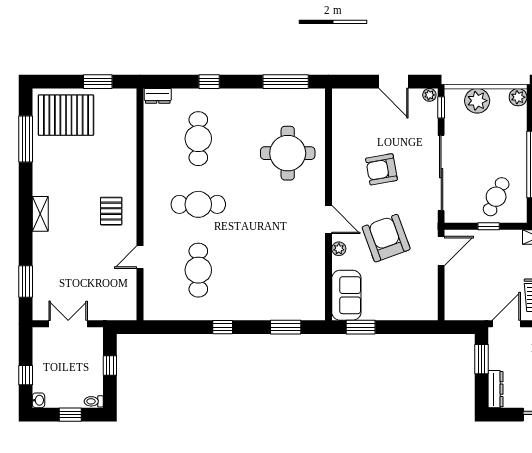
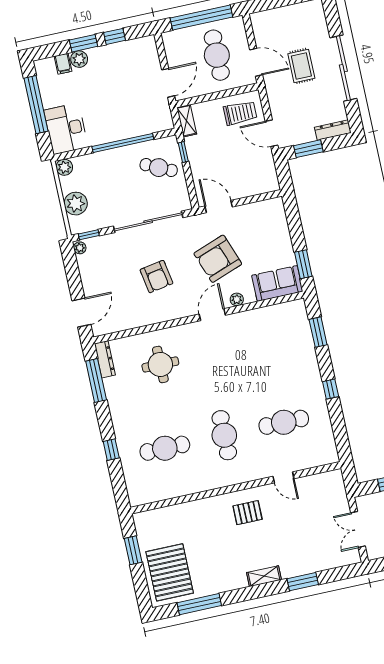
door: (394, 82) -> (81, 313), moved
dresser: (158, 96) -> (105, 359), moved, width x1.44
round table: (288, 153) -> (160, 364), width x0.73, depth x0.73
window: (489, 226) -> (183, 152), moved
window: (26, 281) -> (303, 582), moved

